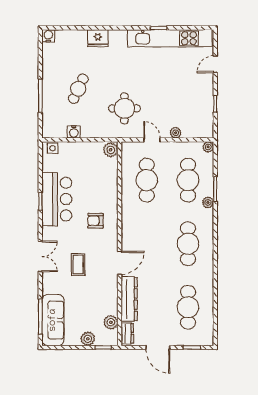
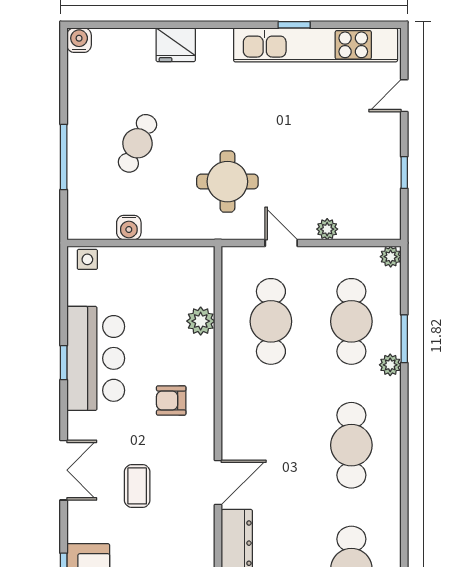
plant: (111, 150) -> (201, 321), moved

